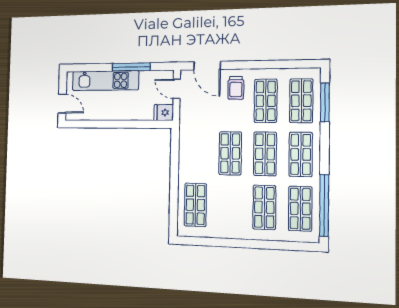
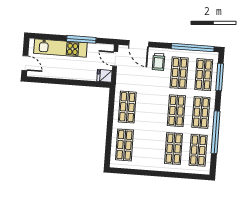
window: (283, 64) -> (193, 48), added
shop shelf: (230, 153) -> (127, 107), moved
window: (324, 205) -> (216, 132), moved

